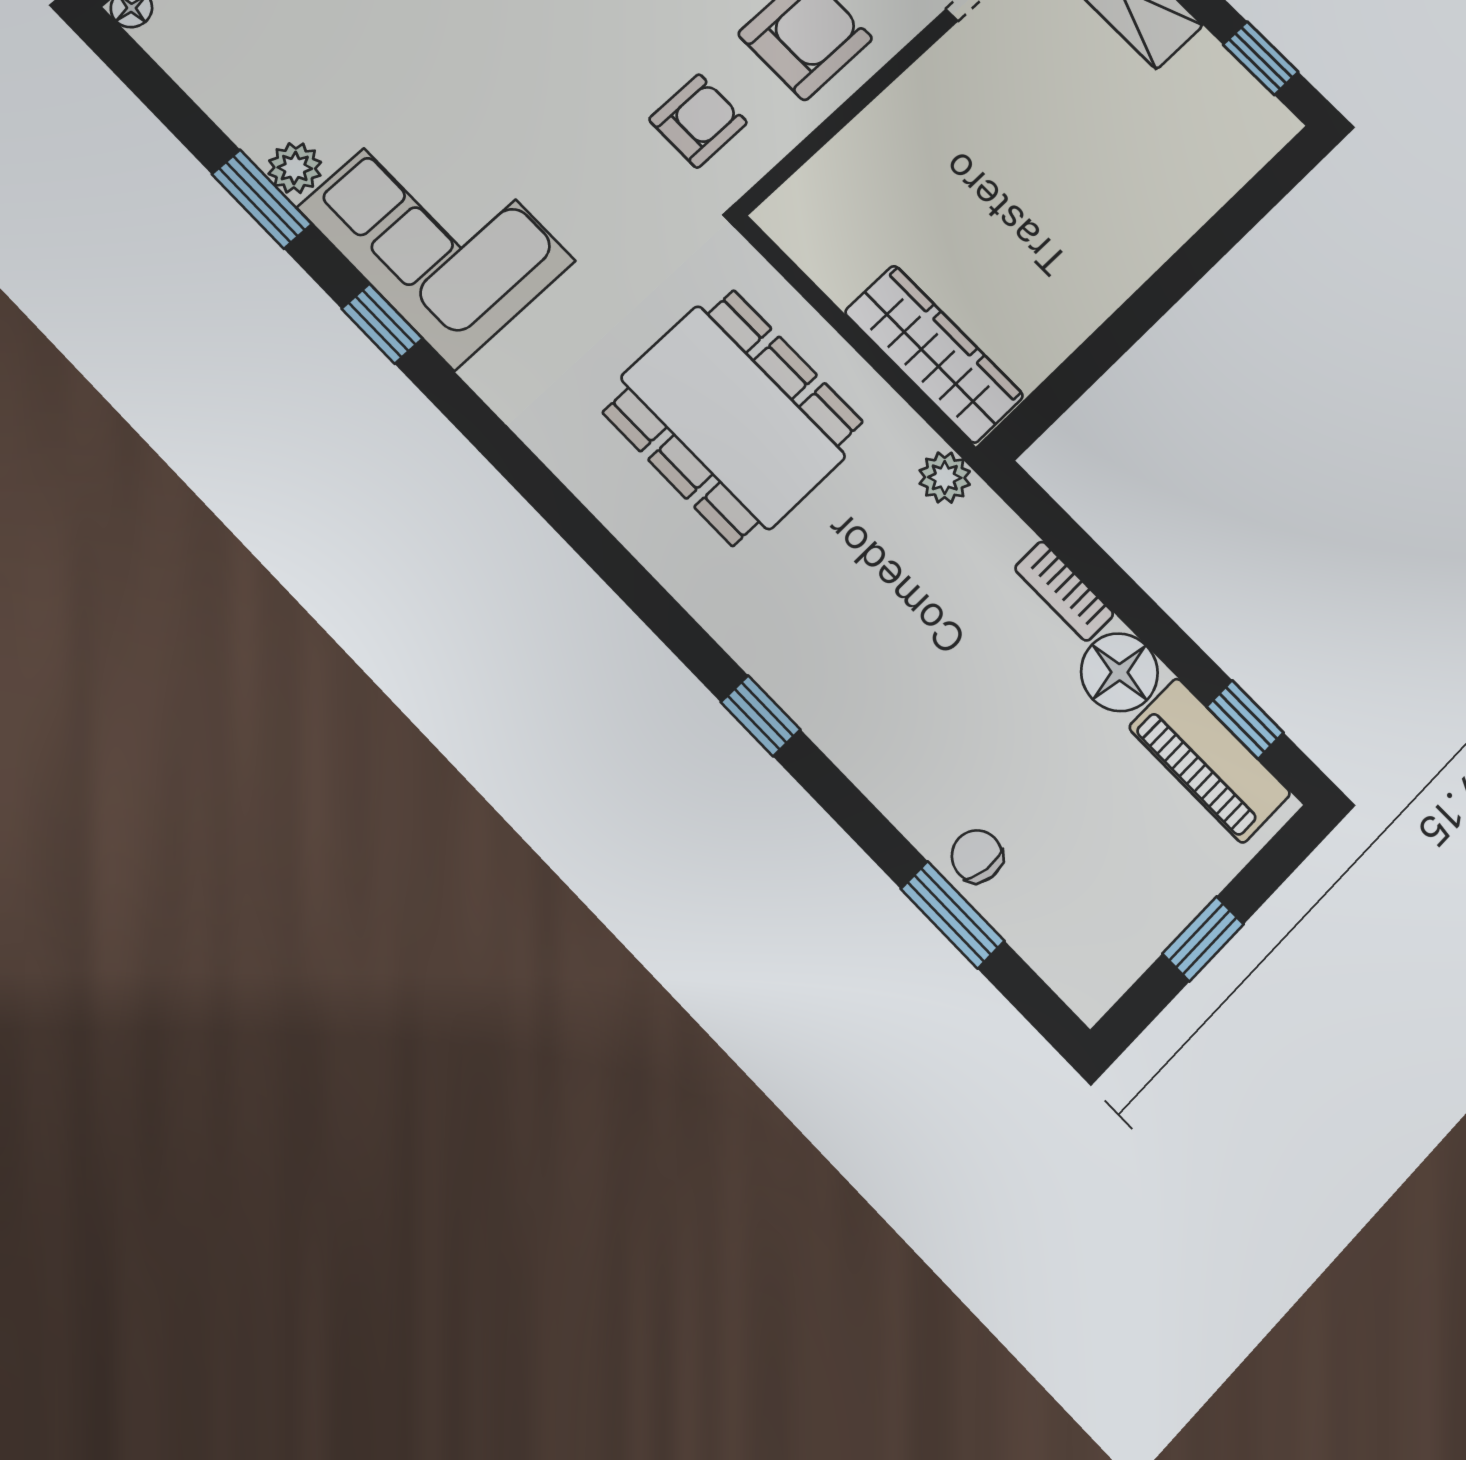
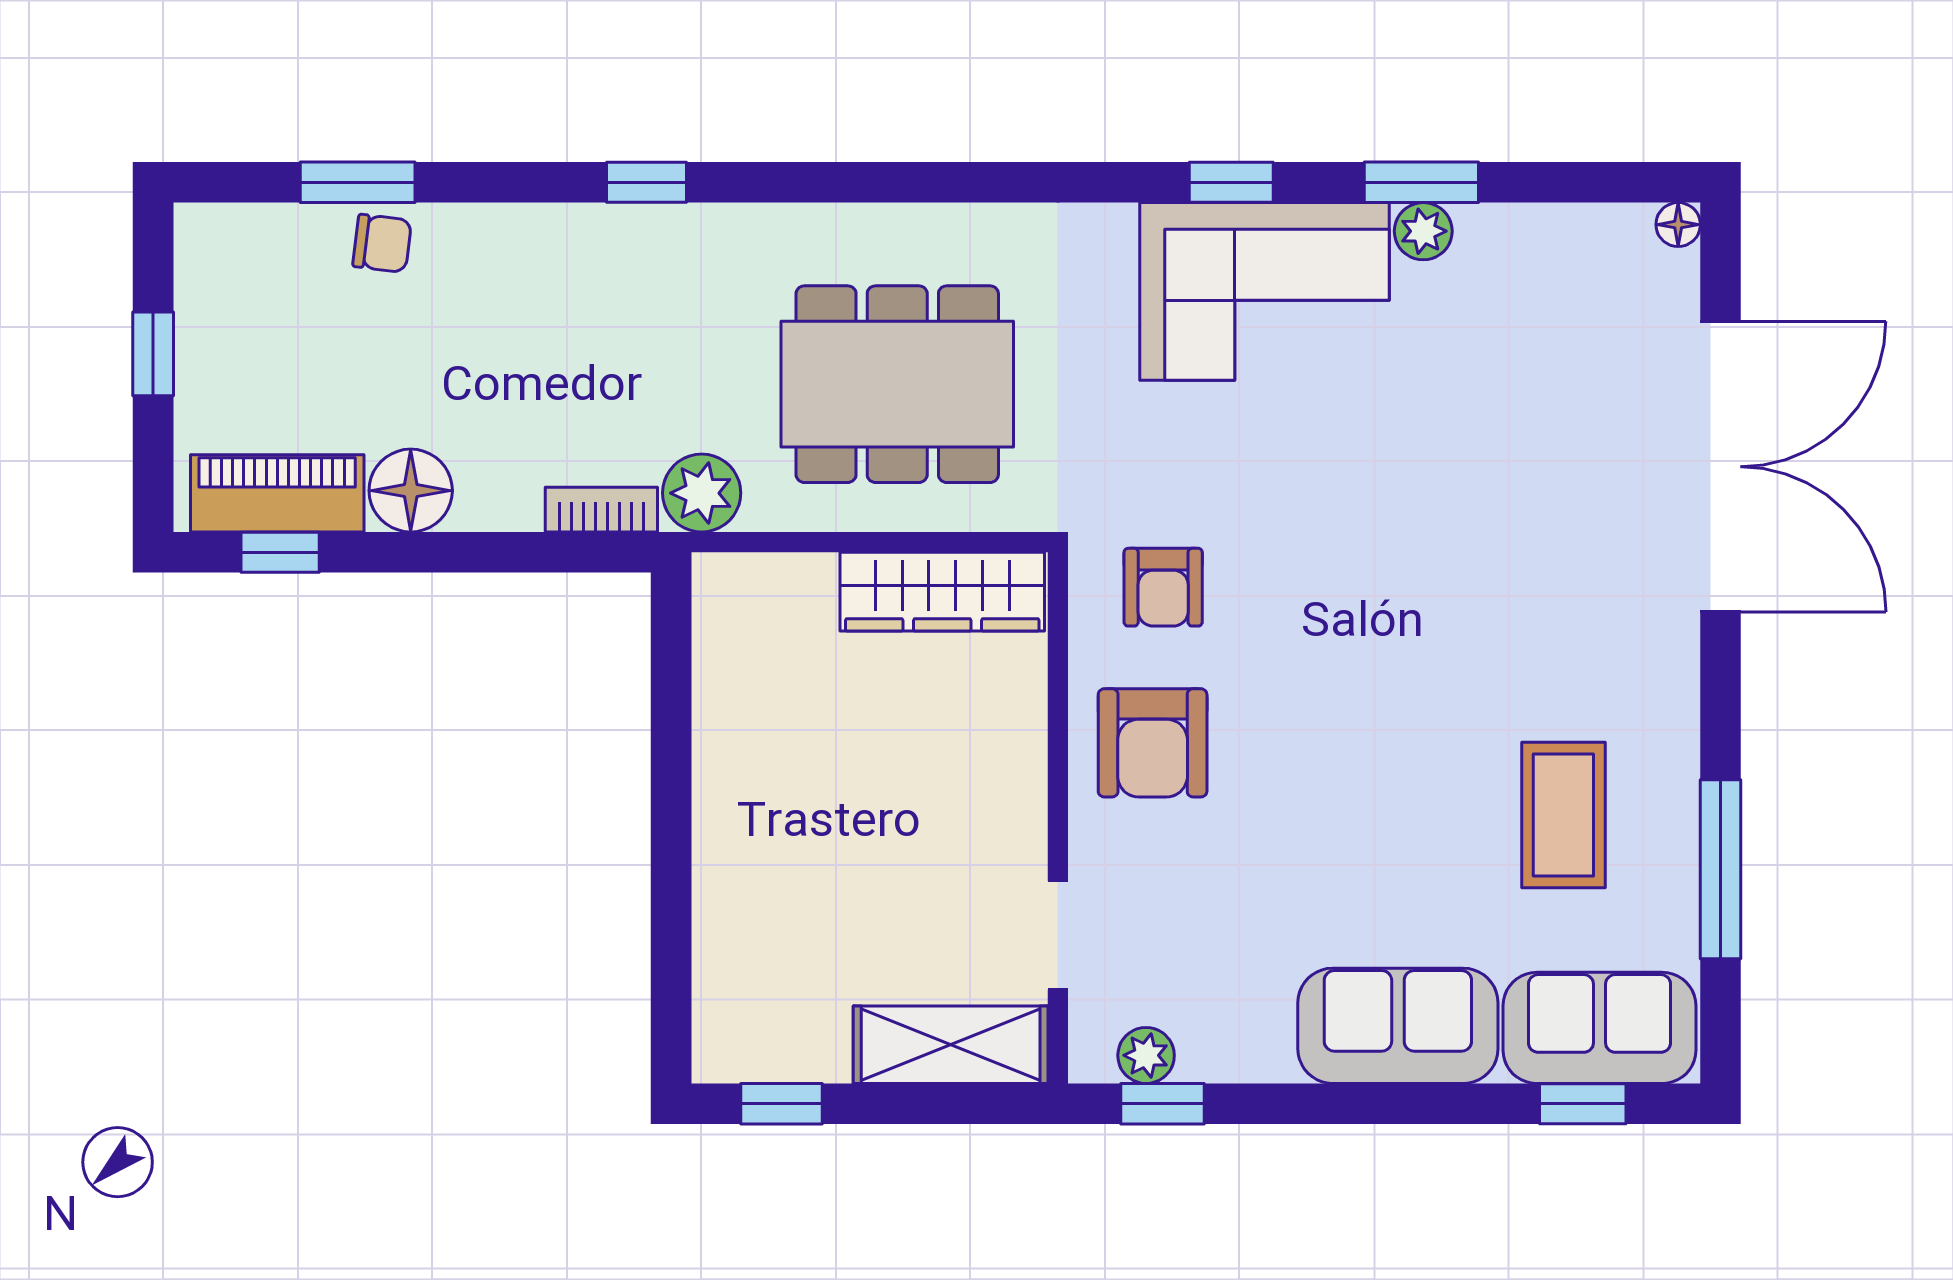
wardrobe: (934, 354) -> (942, 592), moved
plant: (945, 478) -> (702, 493), width x1.38, depth x1.38
bookcase: (1064, 591) -> (601, 510), moved

